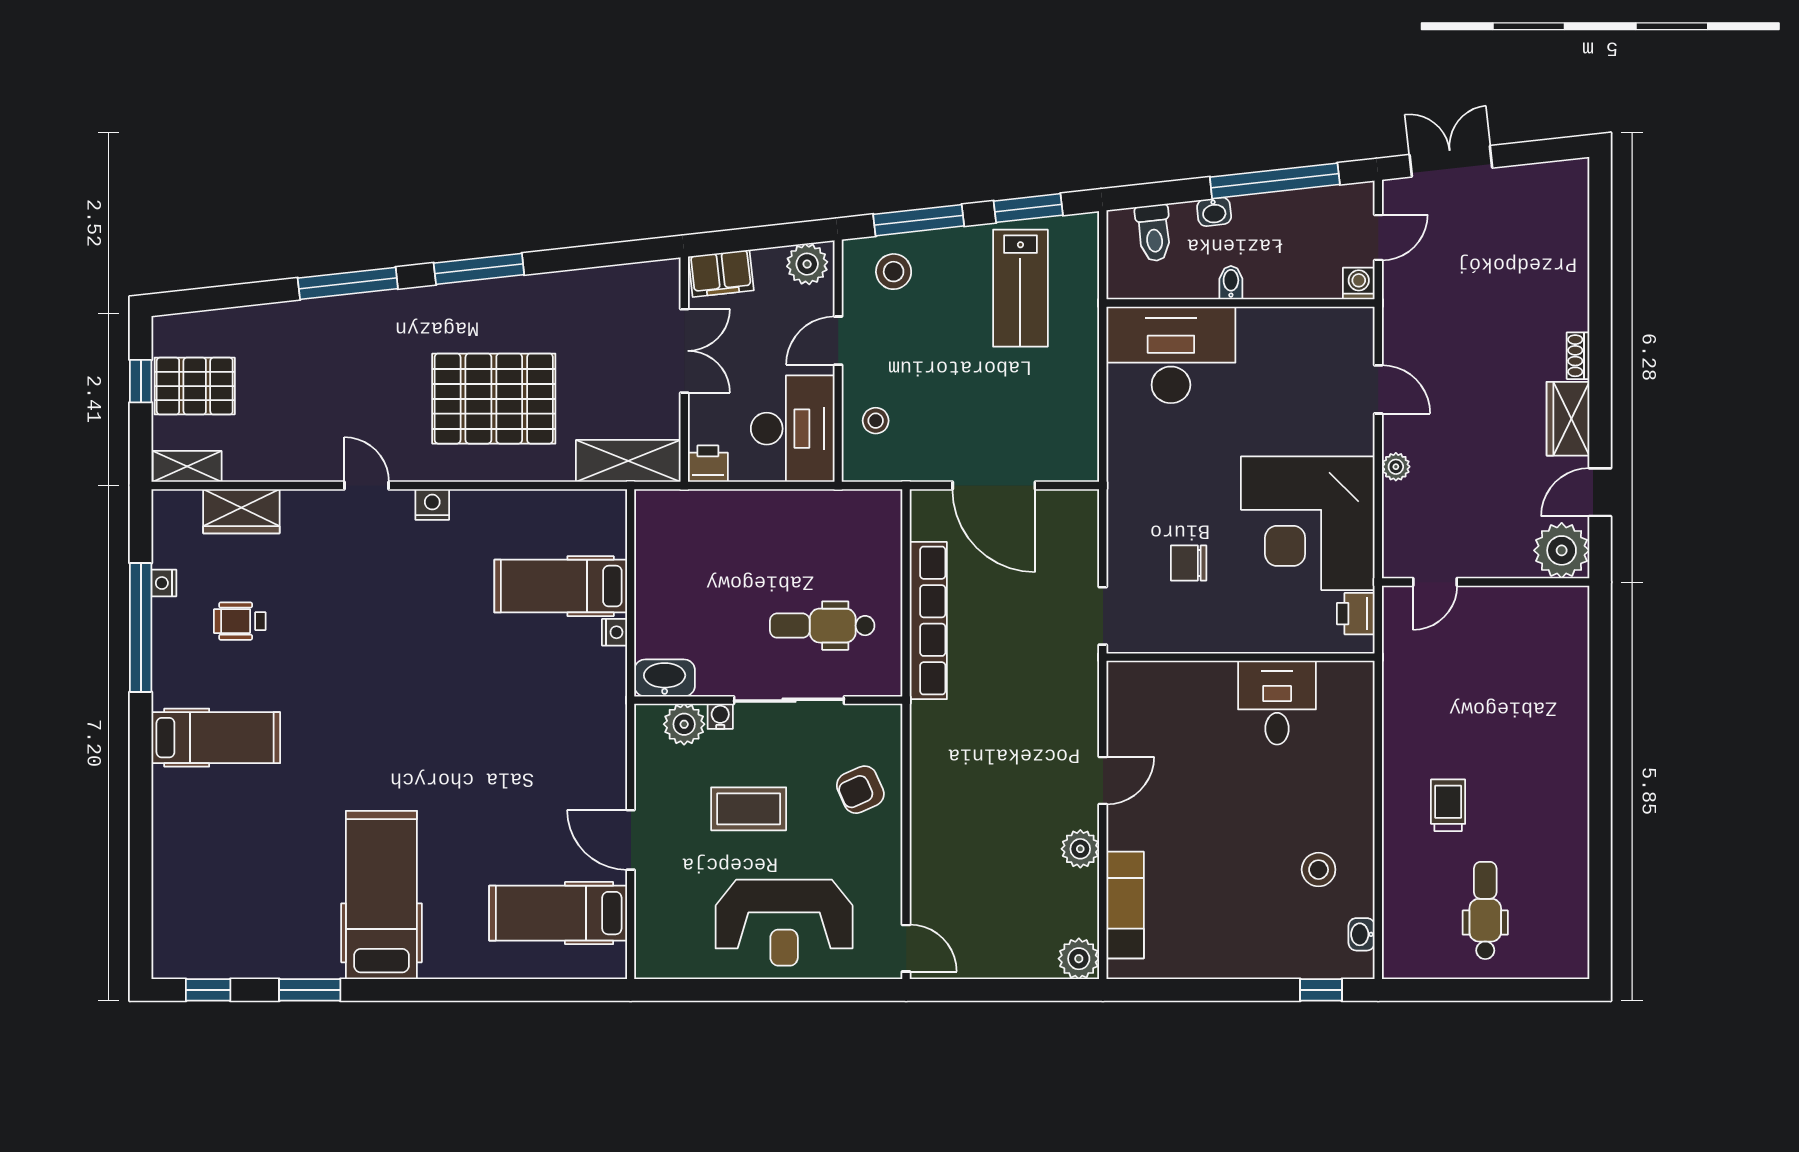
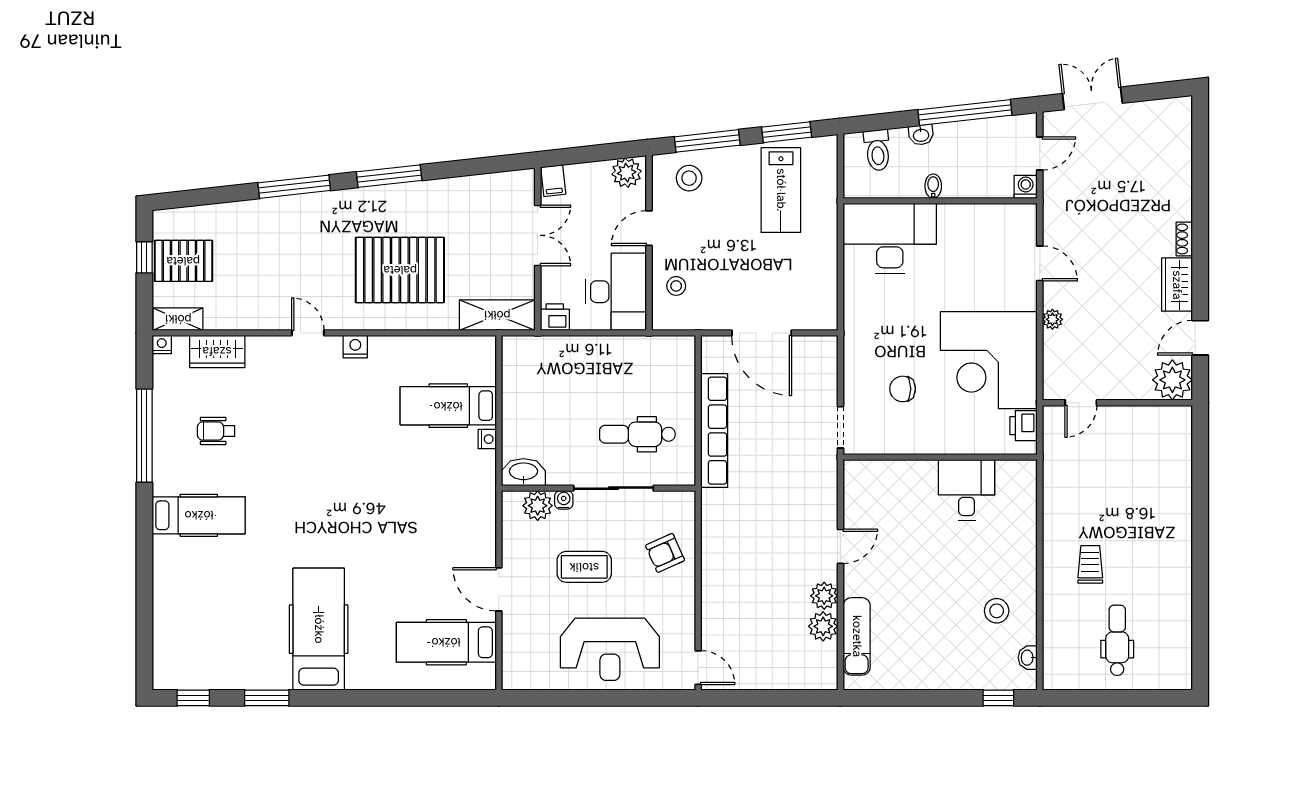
filing cabinet: (721, 273) -> (553, 181), width x0.50
nightstand: (164, 583) -> (162, 345), moved, turned 90
plant: (1079, 959) -> (823, 626), moved

